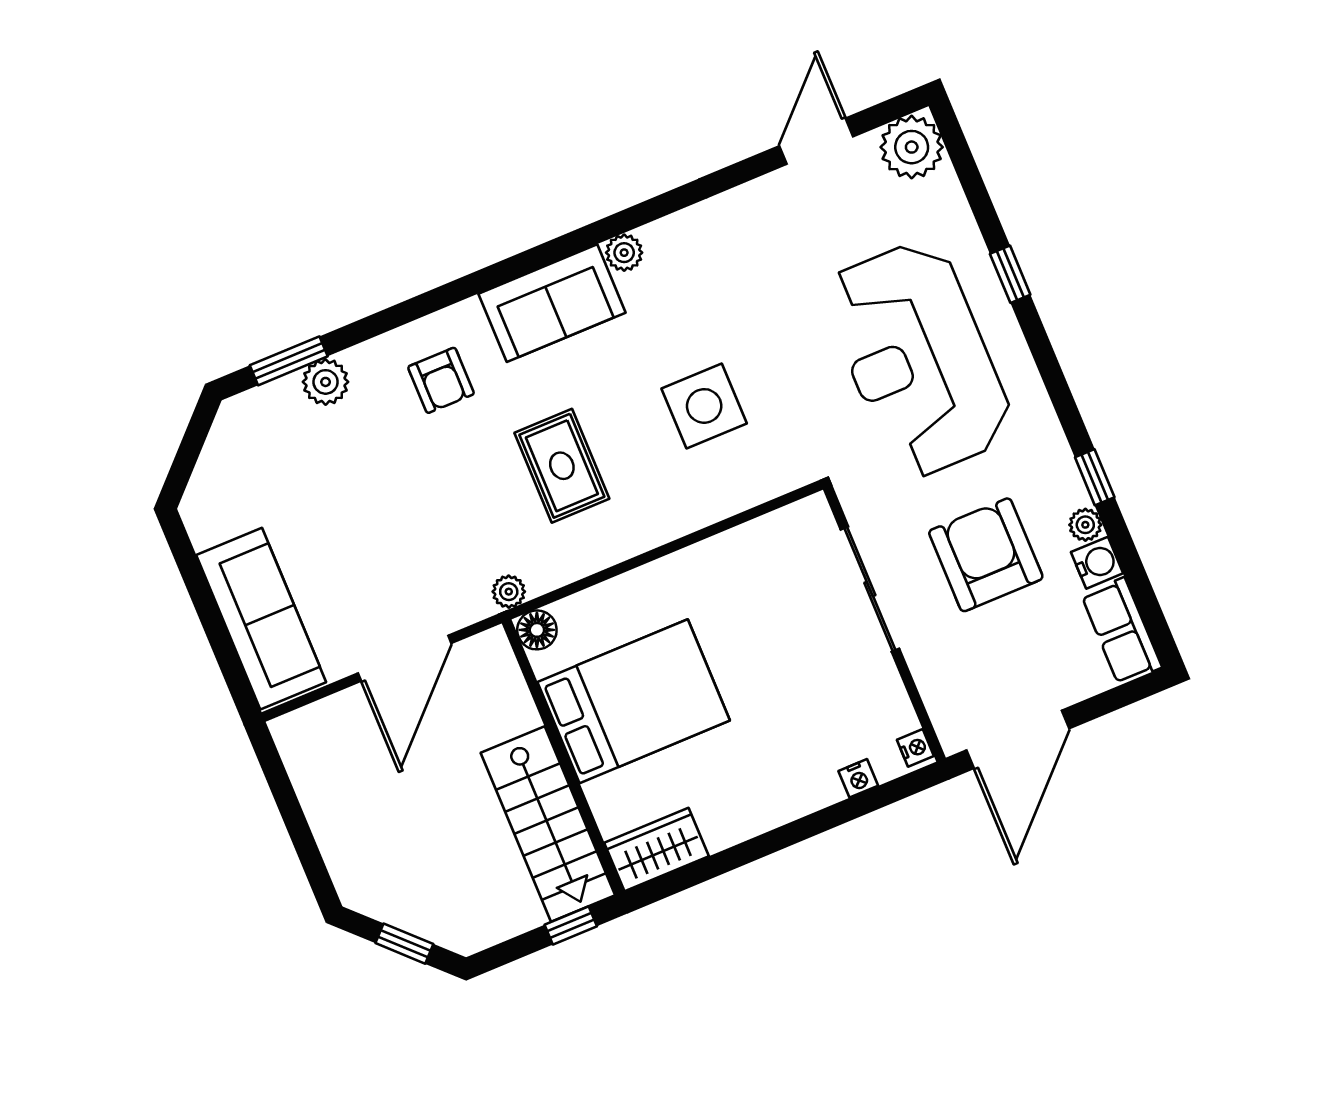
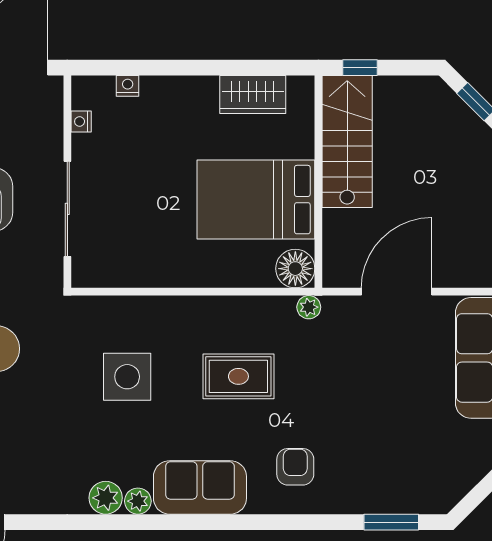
plant: (326, 382) -> (106, 498), moved
rug: (562, 466) -> (238, 376), turned 90
floor lamp: (537, 630) -> (295, 269), width x1.38, depth x1.38
nightstand: (915, 748) -> (81, 121), moved
wardrobe: (657, 849) -> (253, 94), moved

